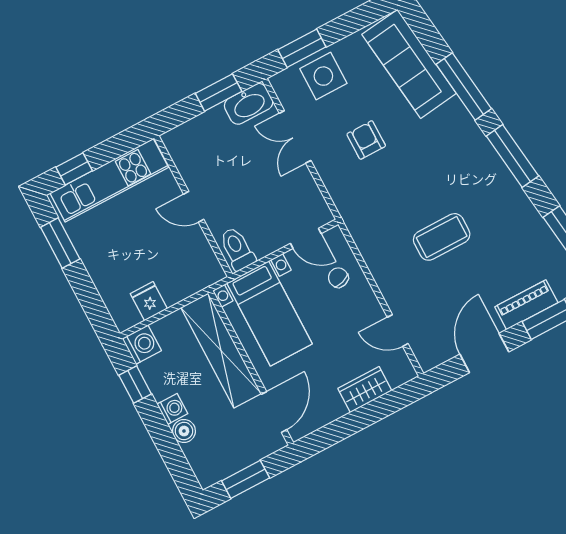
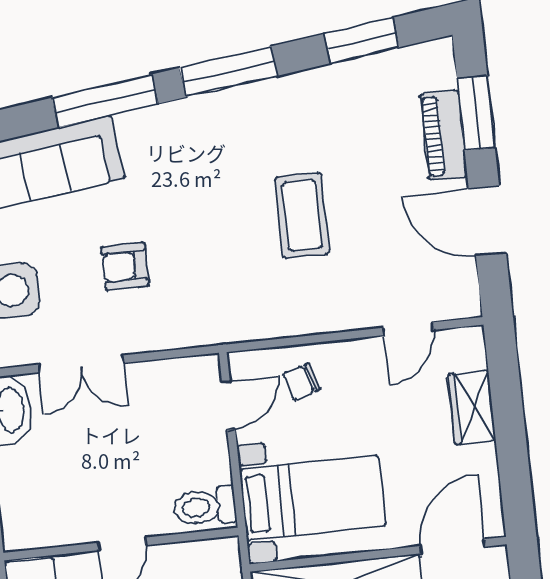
door: (274, 412) -> (452, 546), hinge flipped

